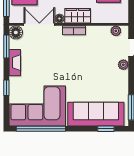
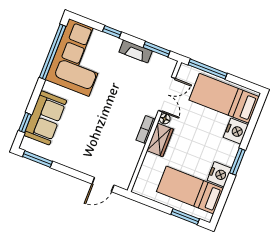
plant: (116, 31) -> (127, 175), removed
floor lamp: (16, 32) -> (168, 65), removed
plant: (123, 65) -> (87, 169), removed
sofa: (96, 114) -> (45, 118), width x0.73

